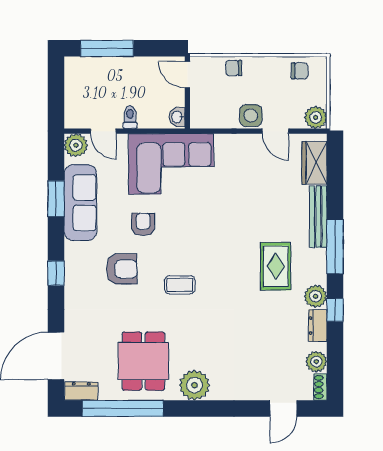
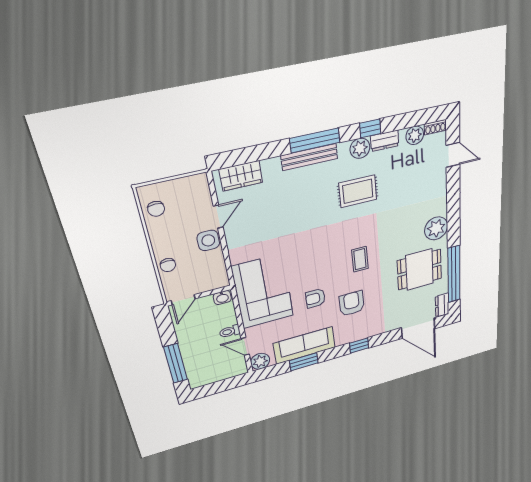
chair: (300, 71) -> (156, 209), turned 180
plant: (316, 117) -> (198, 184), removed
door: (103, 131) -> (245, 346), swing flipped
bench: (318, 217) -> (309, 157), moved
rug: (276, 266) -> (358, 191), moved

